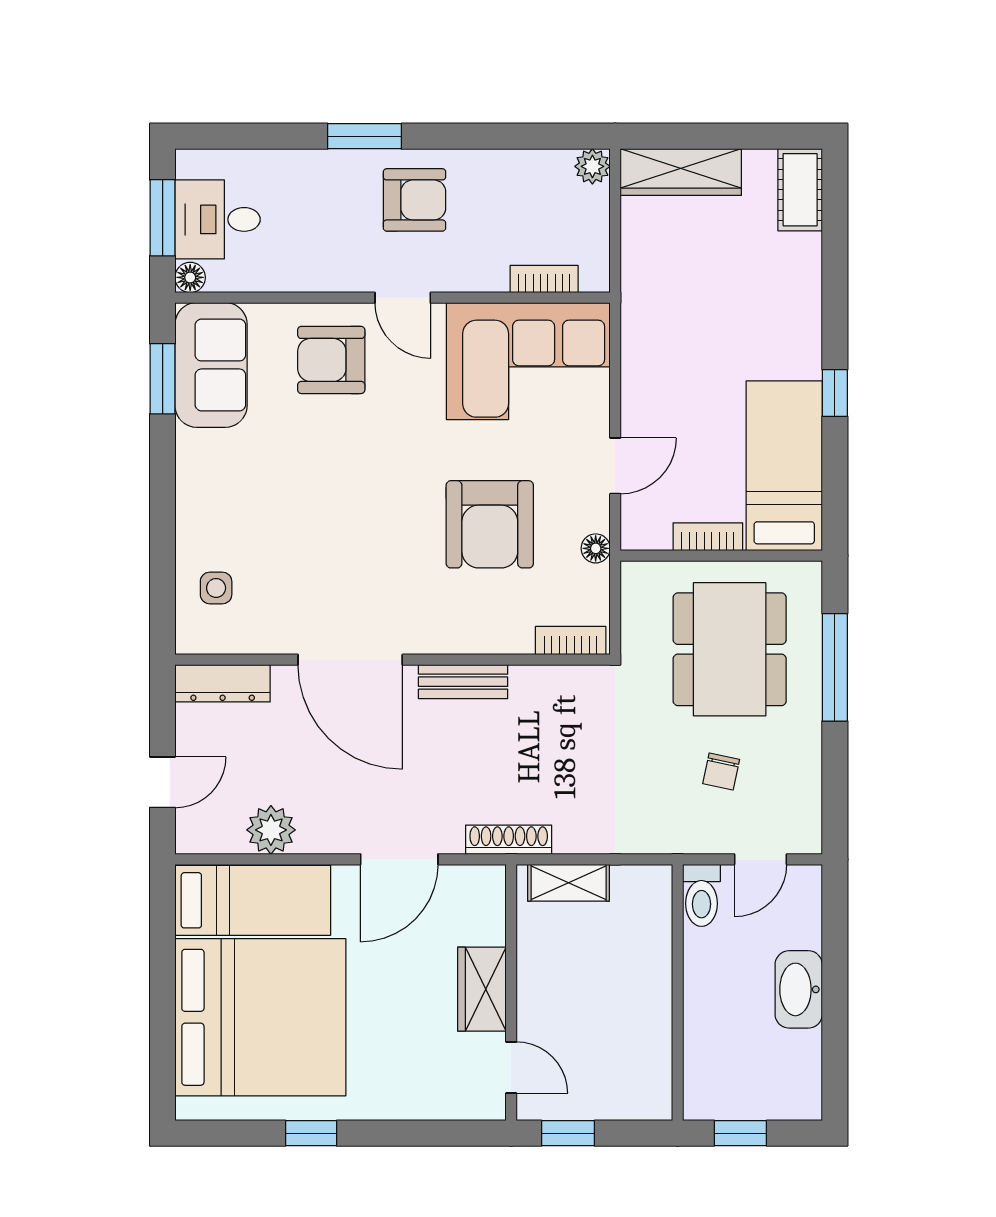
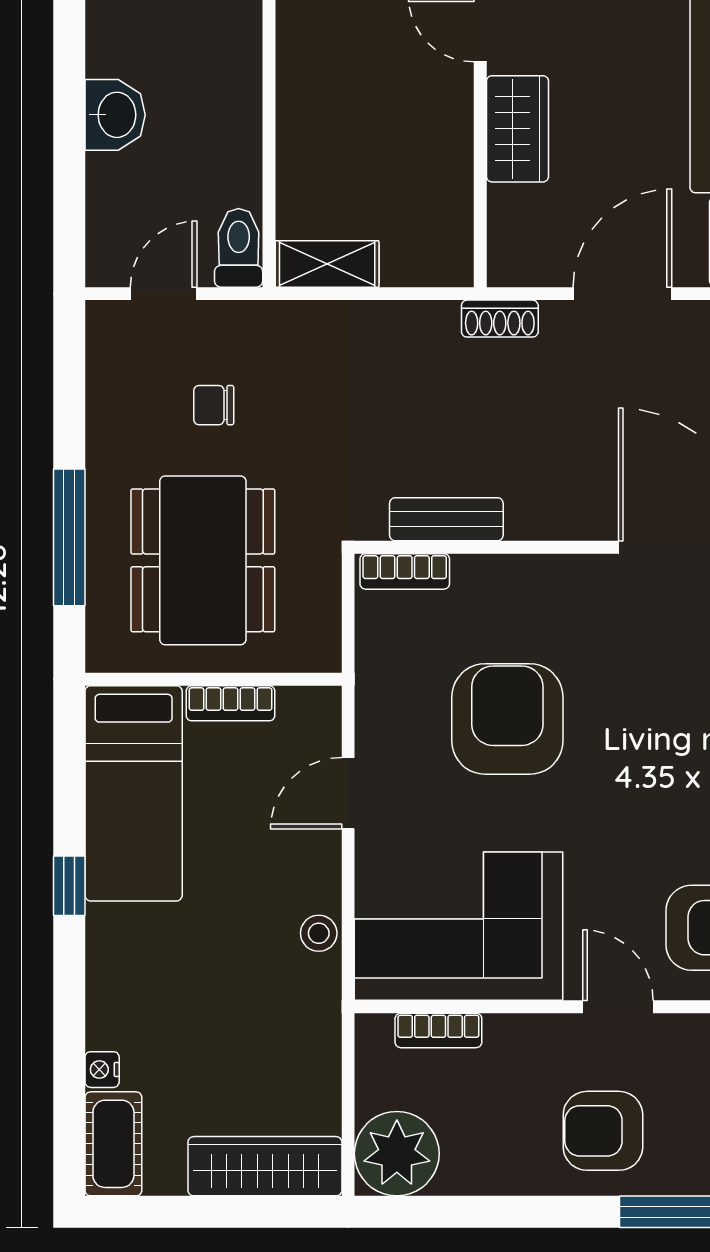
plant: (592, 166) -> (397, 1154), width x1.87, depth x1.87
nightstand: (809, 248) -> (102, 1070), added
stool: (638, 356) -> (319, 933), added
floor lamp: (596, 548) -> (373, 688), removed
bench: (463, 682) -> (446, 519), moved
chair: (721, 772) -> (214, 405), turned -102
shoe rack: (509, 840) -> (500, 319), width x0.70
shelving: (569, 883) -> (327, 264), moved
washbasin: (799, 989) -> (115, 115), width x0.72

